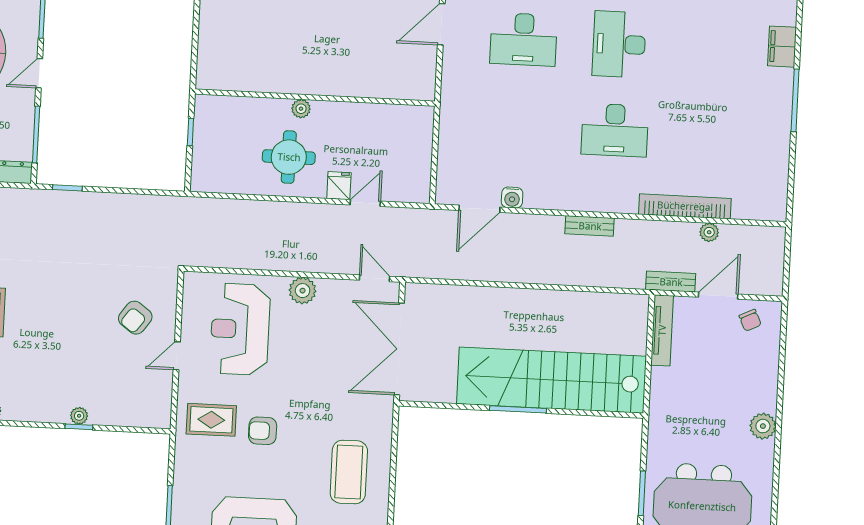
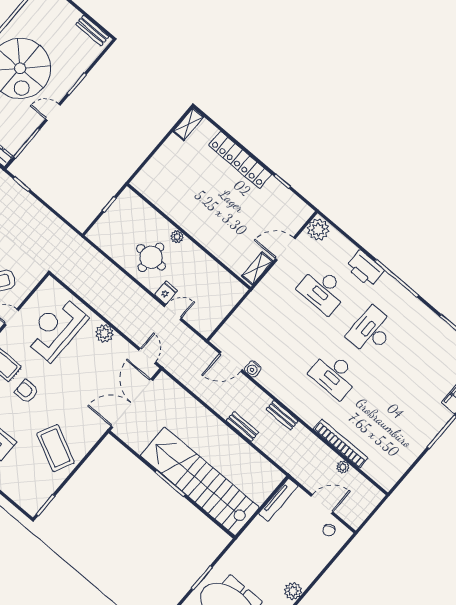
shelving: (426, 73) -> (257, 268), added
bench: (671, 282) -> (243, 426), moved
coffee table: (349, 472) -> (55, 448), turned -64

